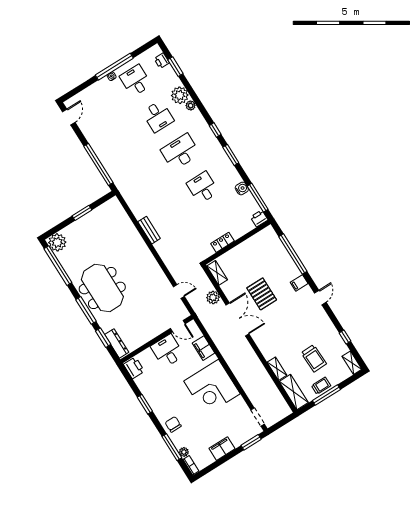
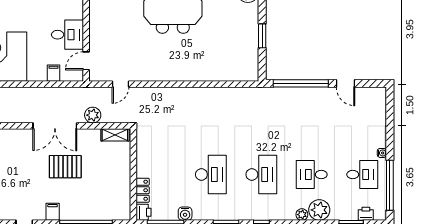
window: (114, 67) -> (390, 185), moved
door: (69, 117) -> (346, 83), moved
desk: (203, 188) -> (211, 175), width x1.37
bench: (149, 230) -> (202, 93), removed
locker: (222, 242) -> (143, 190), moved
filing cabinet: (203, 348) -> (54, 73), width x0.50

